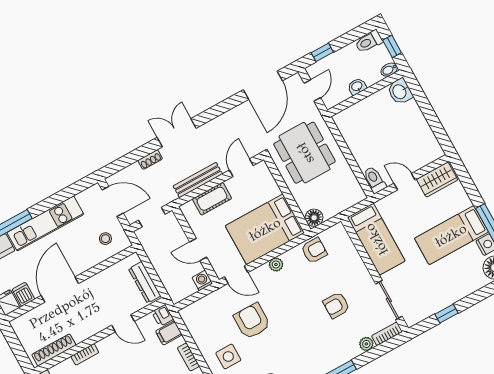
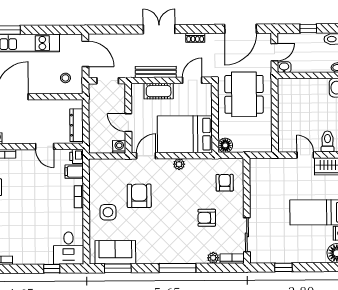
window: (322, 52) -> (308, 28), moved
washbasin: (357, 86) -> (284, 67), moved
shoe rack: (150, 160) -> (195, 38), moved
toilet: (374, 180) -> (328, 141), moved
bed: (376, 239) -> (262, 186), removed
armchair: (314, 251) -> (225, 183), moved, turned -90
door: (236, 275) -> (146, 156), swing flipped

